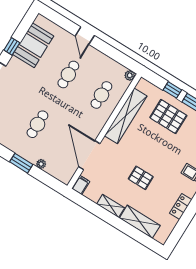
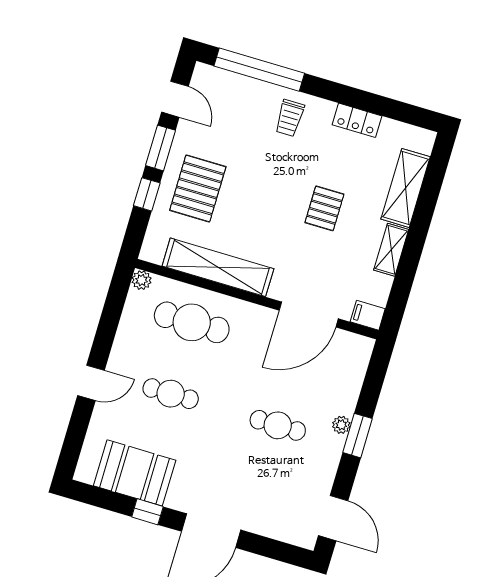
cafe table: (101, 95) -> (192, 322), width x1.37, depth x1.35
plant: (41, 164) -> (341, 425), moved

